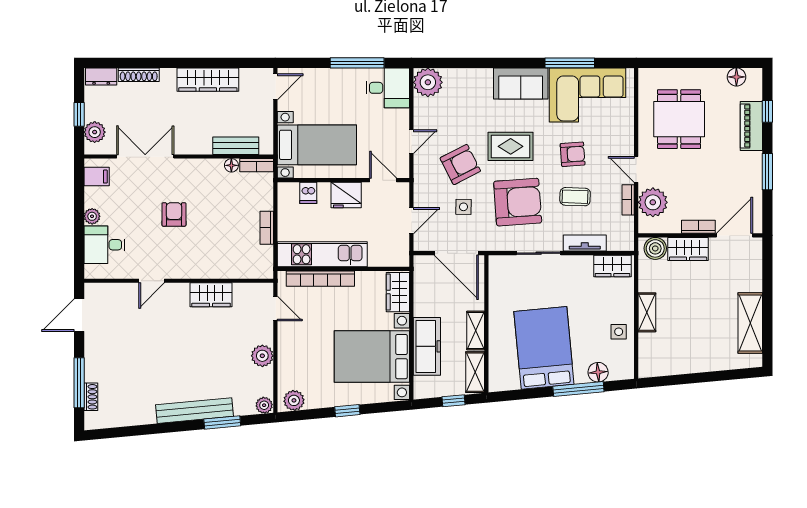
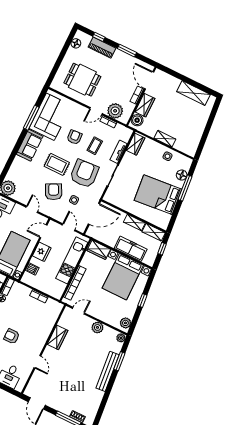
rug: (511, 146) -> (57, 164), turned 90
kitchen unit: (322, 254) -> (72, 260), moved

